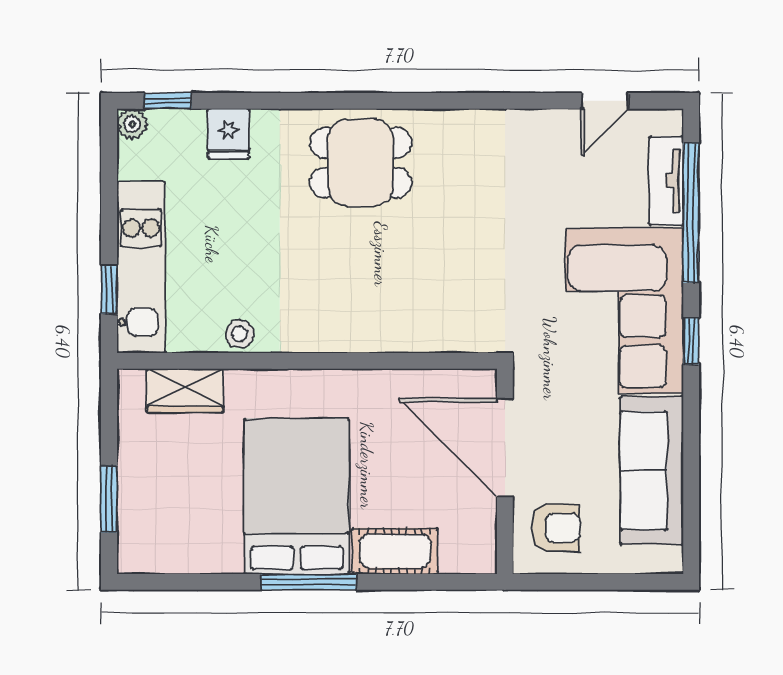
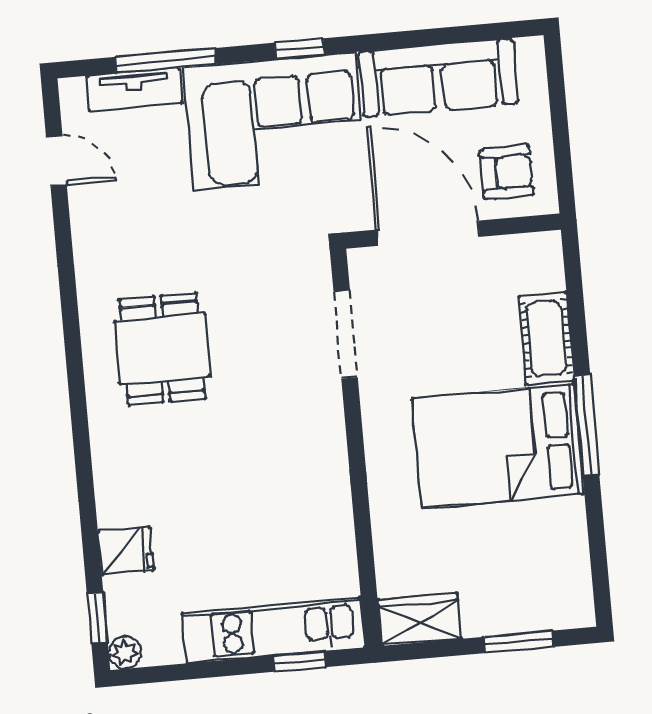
dining table: (361, 163) -> (162, 349), moved
window: (691, 213) -> (165, 61), width x0.68
stool: (240, 334) -> (334, 521), removed
doorway: (416, 361) -> (346, 334), added
wardrobe: (185, 391) -> (419, 619), moved, turned -90
door: (505, 448) -> (428, 233), swing flipped
armchair: (556, 528) -> (507, 172), turned 90

